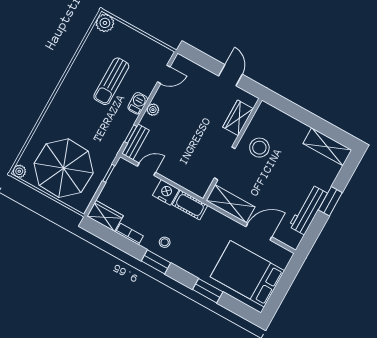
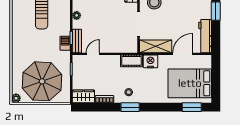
barbecue: (138, 103) -> (65, 43), moved
nightstand: (166, 192) -> (150, 61), moved
workbench: (308, 210) -> (205, 36), moved
window: (208, 291) -> (192, 107), moved

